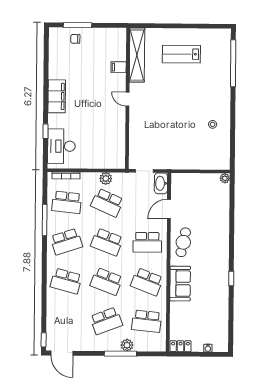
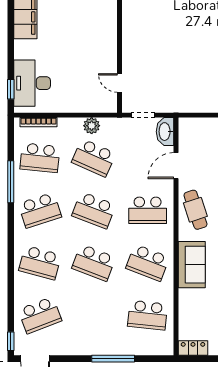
door: (128, 99) -> (120, 83), moved
window: (45, 131) -> (11, 89), moved
cafe table: (183, 242) -> (195, 210), turned -30
school desk: (106, 321) -> (40, 315), moved
plant: (127, 345) -> (122, 347), removed

